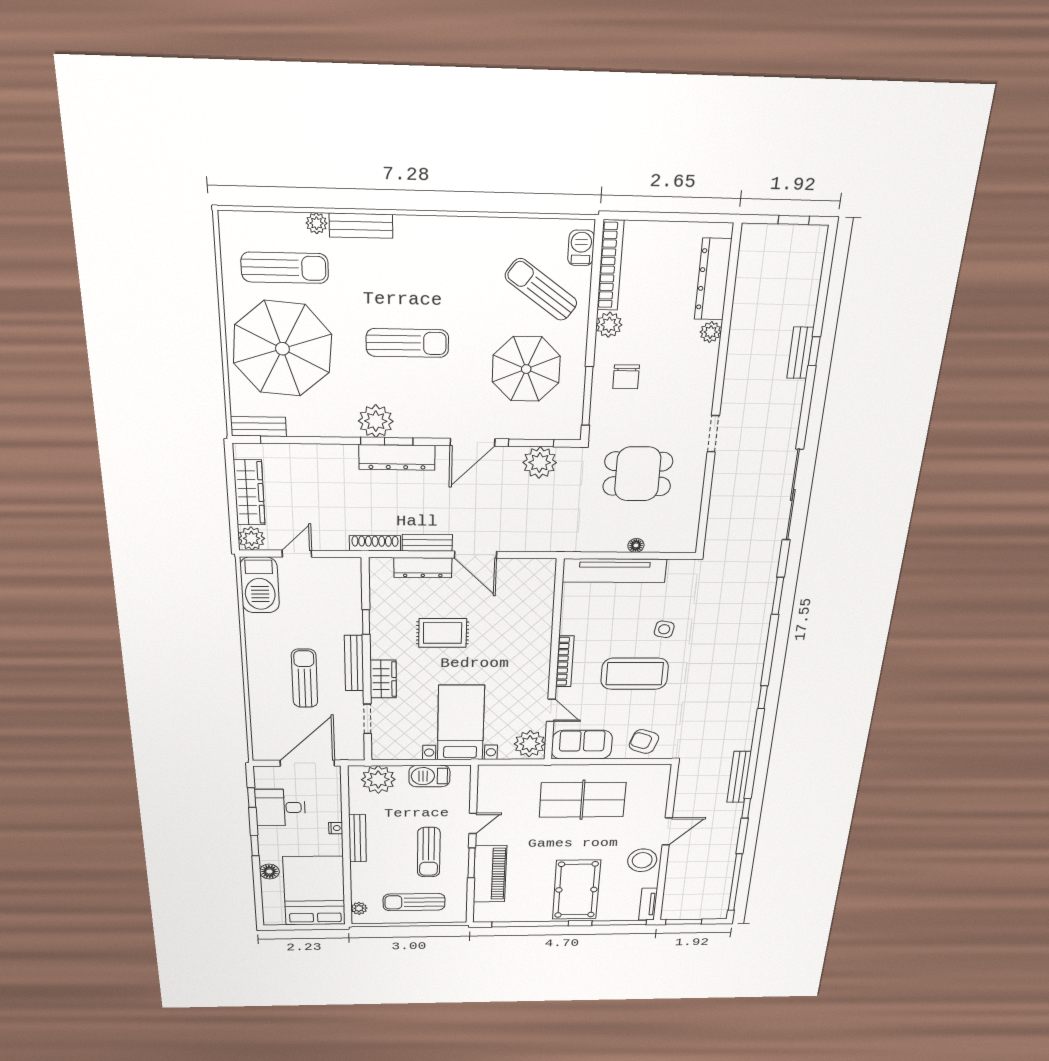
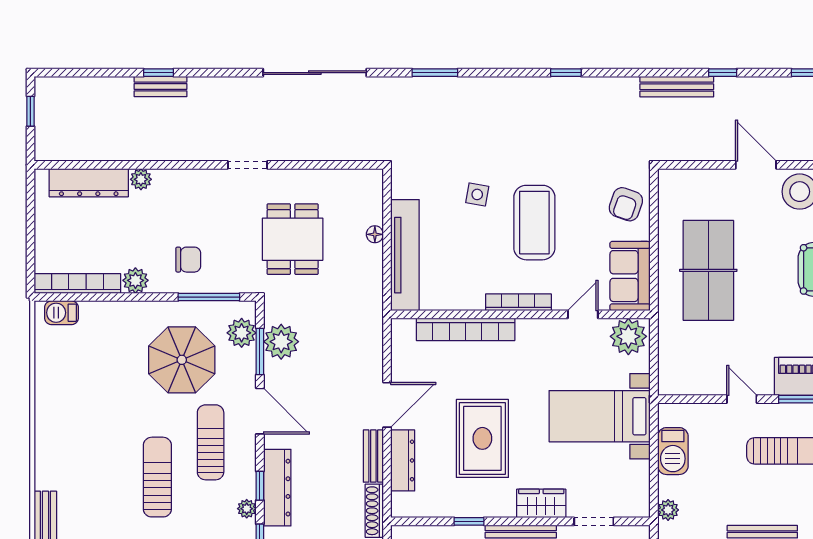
sun lounger: (541, 290) -> (211, 442), moved, turned 144
plant: (376, 421) -> (247, 509), width x0.53, depth x0.53
plant: (550, 426) -> (242, 333), added
bookcase: (543, 620) -> (466, 329), added
rug: (443, 633) -> (482, 438), width x1.36, depth x1.43
plant: (378, 780) -> (668, 510), width x0.53, depth x0.53

